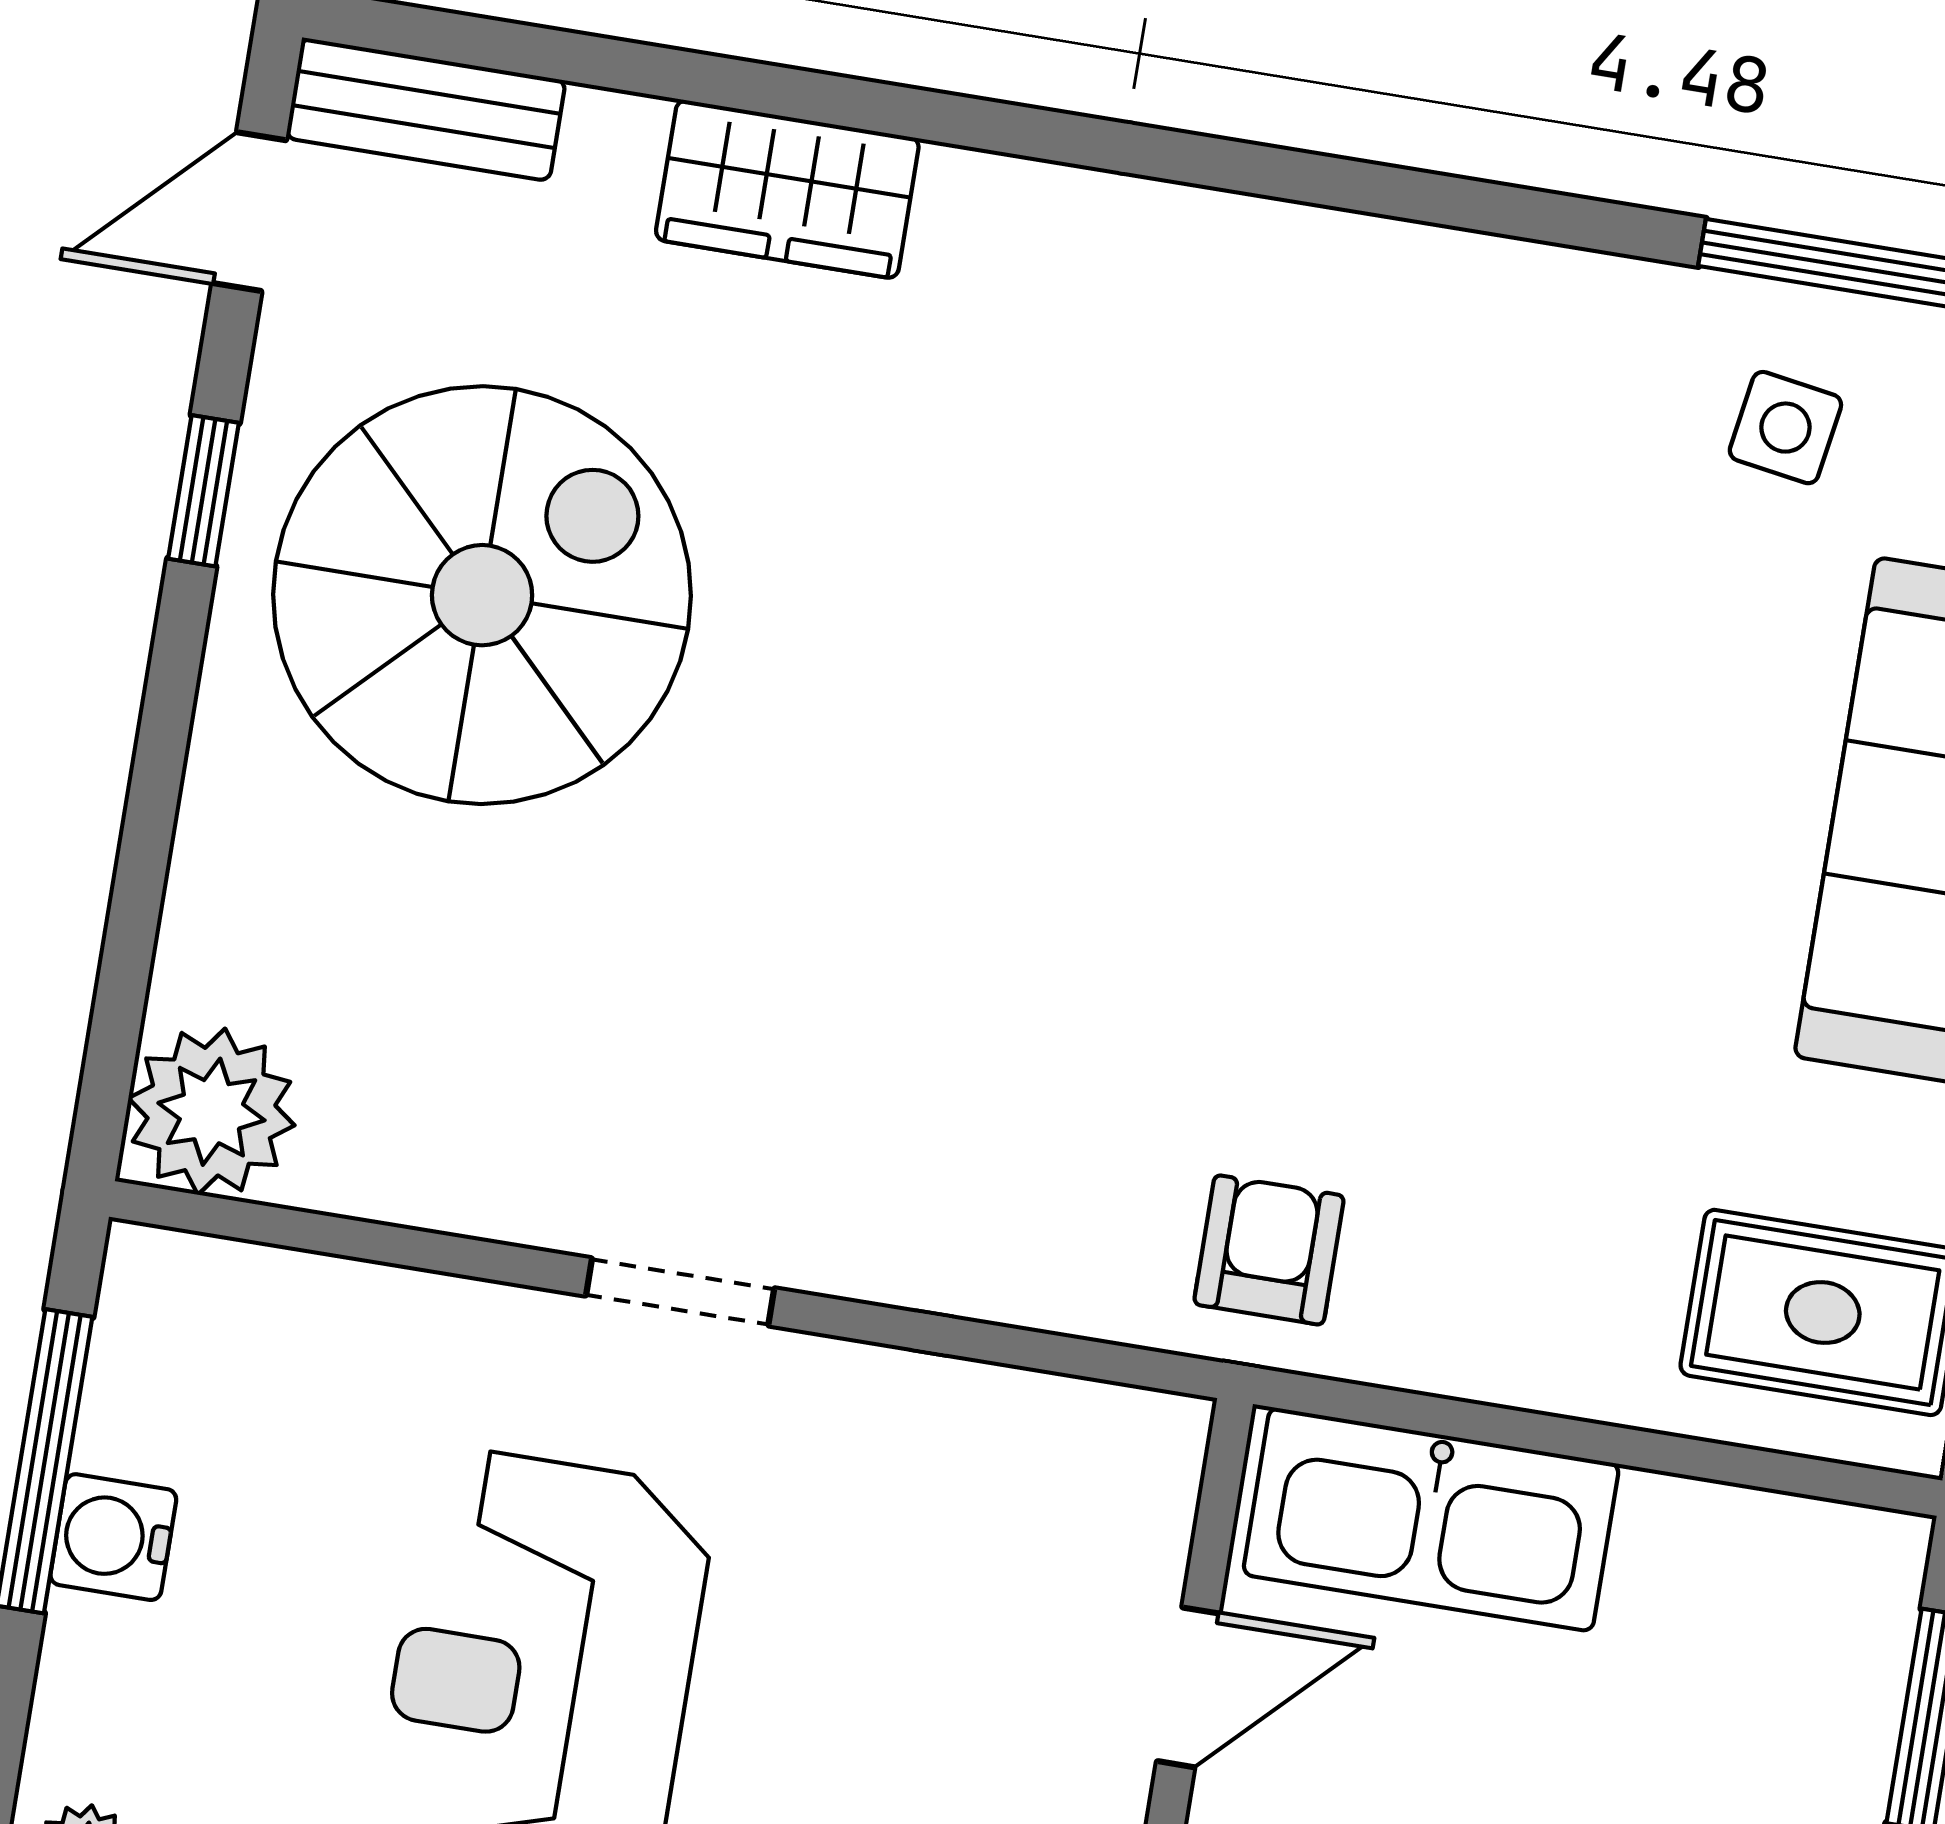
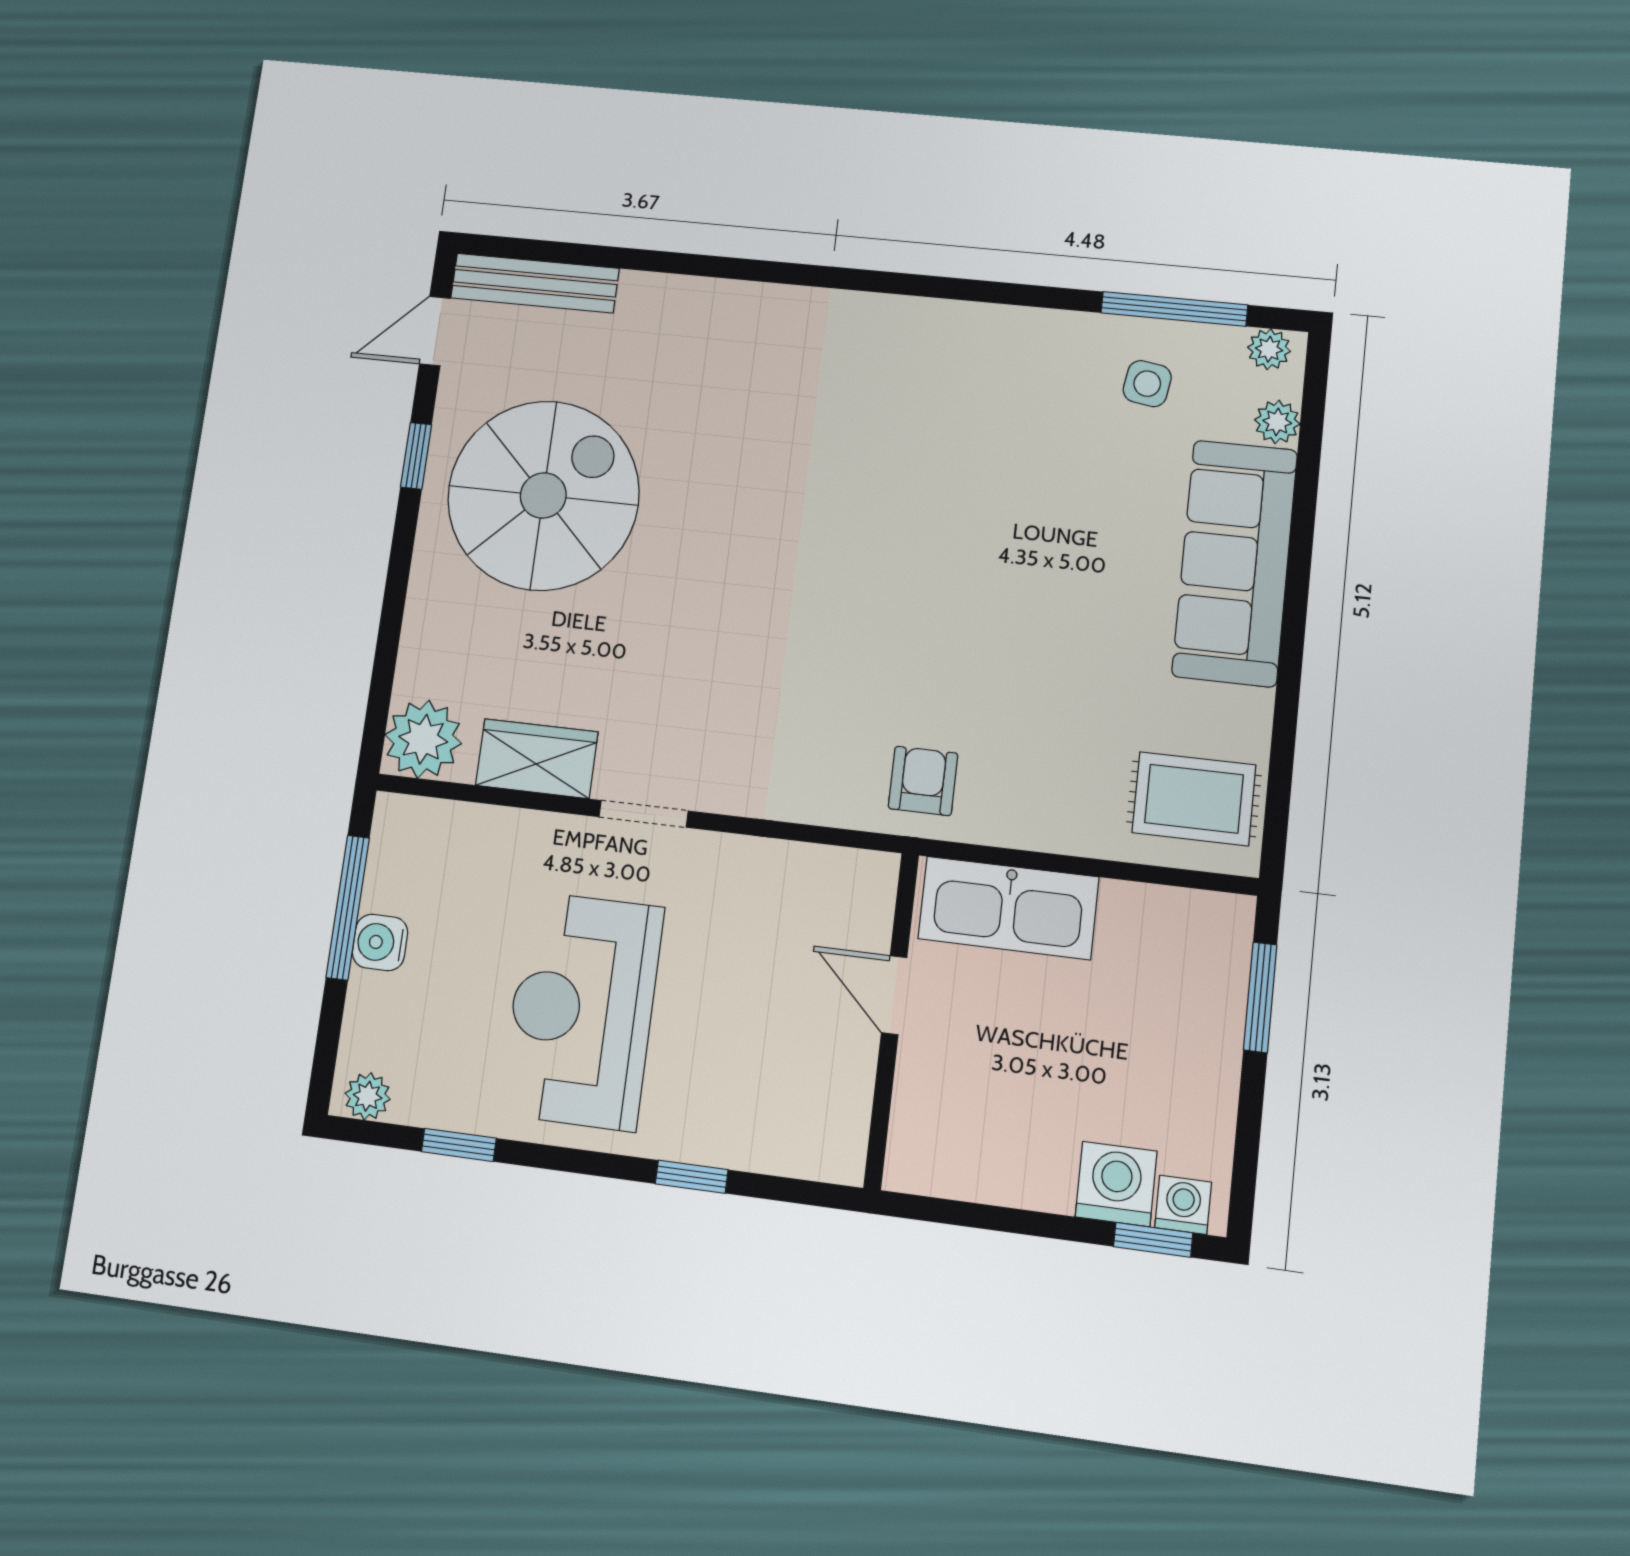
bench: (426, 109) -> (535, 283), width x1.36
wardrobe: (787, 189) -> (537, 759), moved, turned 180
door: (1188, 1687) -> (894, 995), swing flipped

